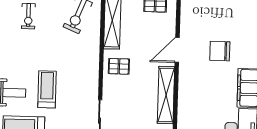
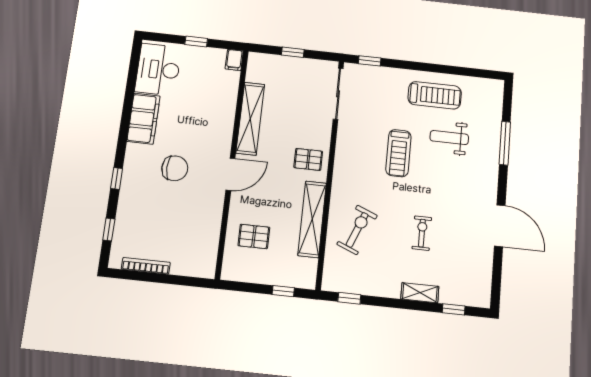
treadmill: (47, 89) -> (398, 153), moved

